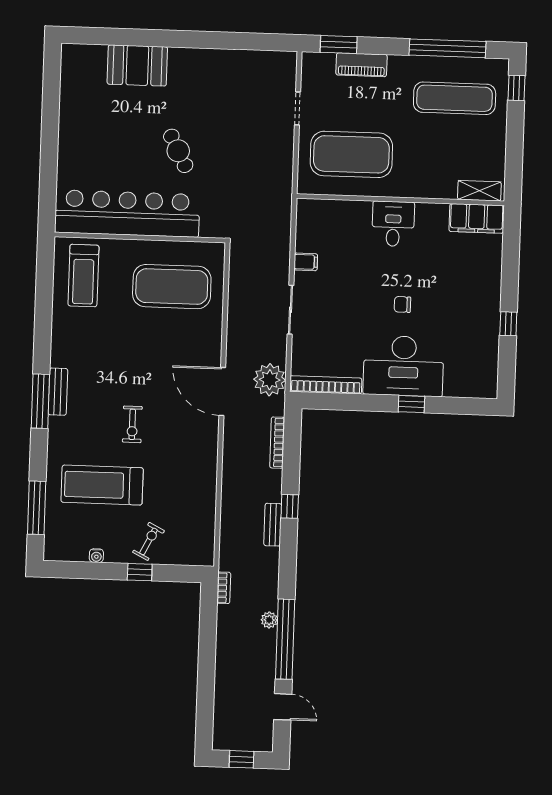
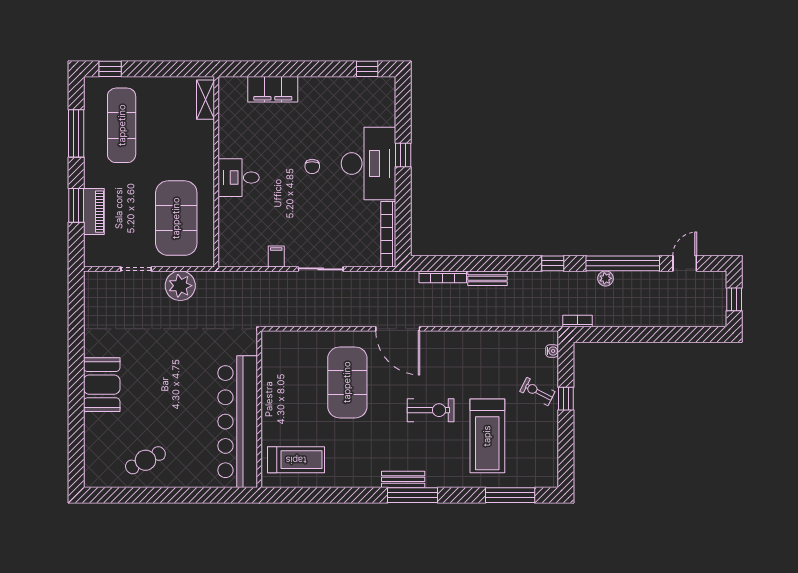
window: (339, 44) -> (76, 205), moved
window: (447, 48) -> (76, 133), width x0.68
booth: (137, 65) -> (102, 385), moved
cafe table: (178, 151) -> (145, 460), moved
filing cabinet: (477, 218) -> (273, 89), moved, turned 90
exercise mat: (172, 287) -> (347, 382), moved
window: (508, 324) -> (367, 69), moved
plant: (270, 380) -> (180, 286), moved
door: (222, 391) -> (398, 329), hinge flipped
exercise bike: (132, 424) -> (431, 410), width x1.38, depth x1.39
window: (290, 506) -> (553, 263), moved
bench: (273, 525) -> (487, 278), moved
water cooler: (96, 556) -> (552, 351), moved

